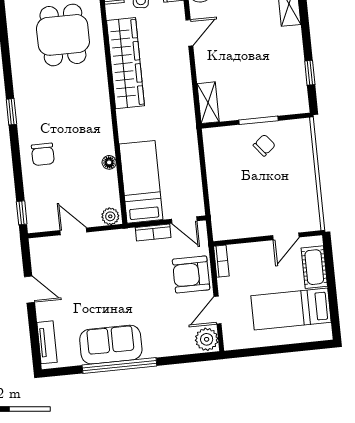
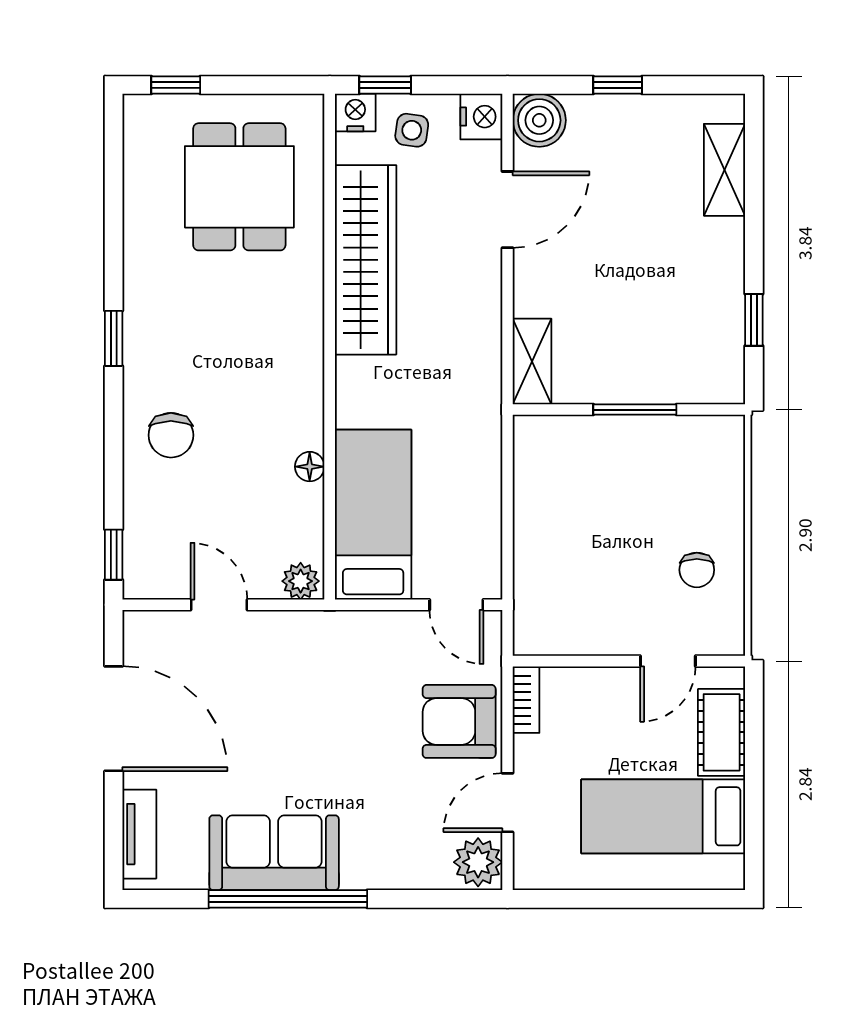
door: (189, 33) -> (508, 210), width x1.38
chair: (264, 145) -> (697, 570), moved, turned 129
bookcase: (153, 233) -> (388, 625), removed
door: (29, 290) -> (114, 719), width x1.88

